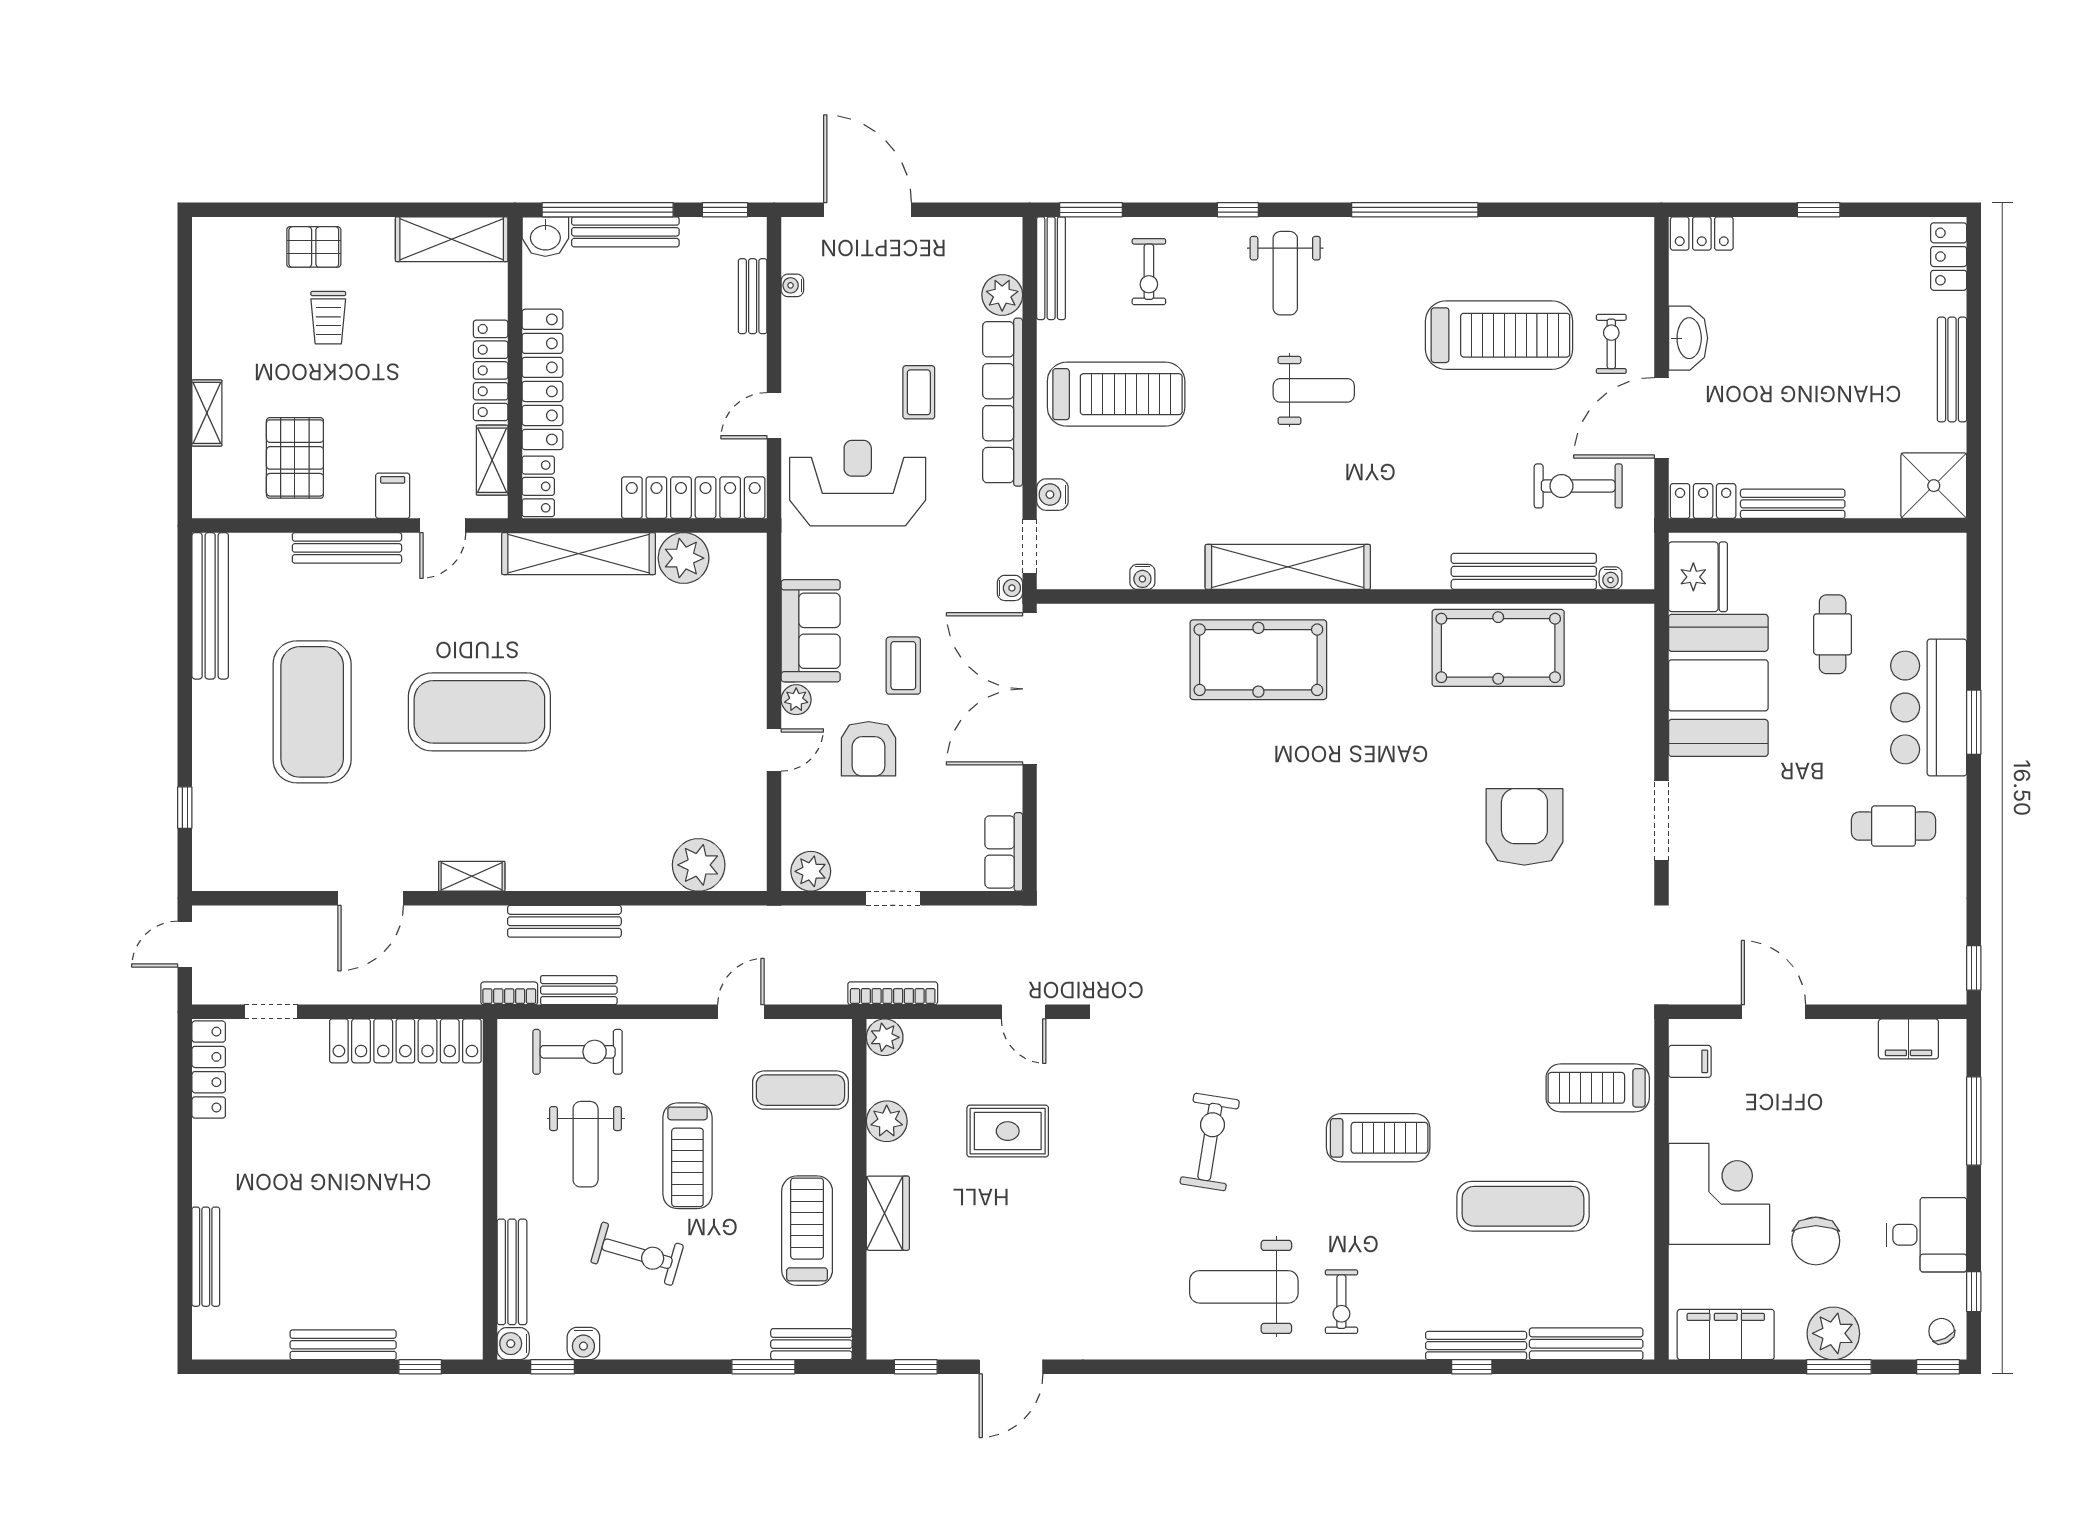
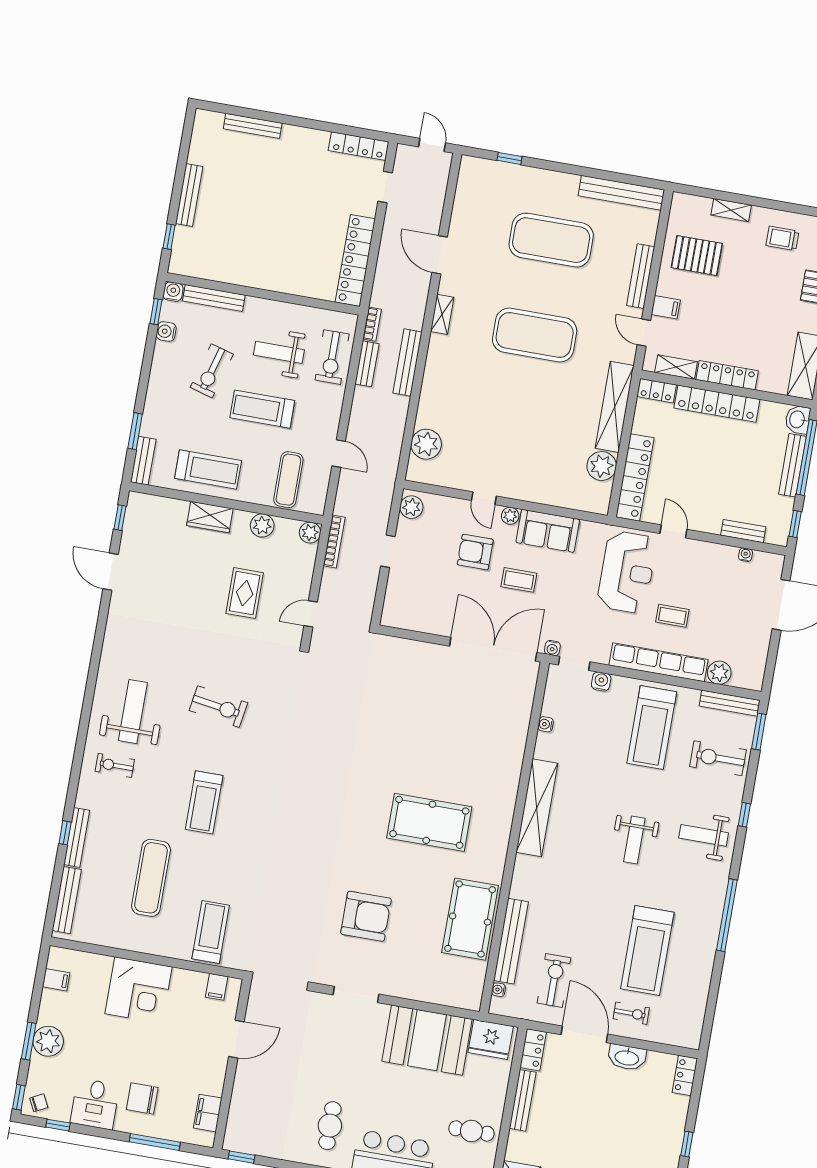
exercise bike: (1149, 272) -> (718, 758), width x1.38, depth x1.39
trolley: (328, 318) -> (783, 238), moved
cafe table: (1833, 634) -> (471, 1131), moved
pool table: (1258, 660) -> (429, 822), moved, turned 90
exercise mat: (479, 712) -> (535, 335), turned 90
row of seats: (1004, 852) -> (403, 618), removed
chair: (1816, 1241) -> (142, 1099), moved
filing cabinet: (1726, 1335) -> (56, 980), width x0.33, depth x0.86

